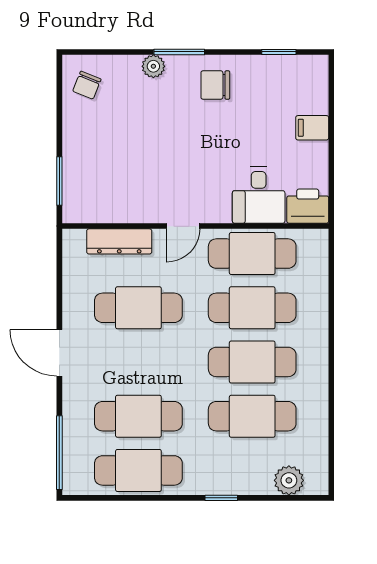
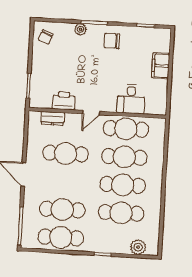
filing cabinet: (312, 128) -> (161, 66), width x2.00
printer: (308, 206) -> (64, 101), moved
dresser: (119, 241) -> (53, 118), width x0.70

